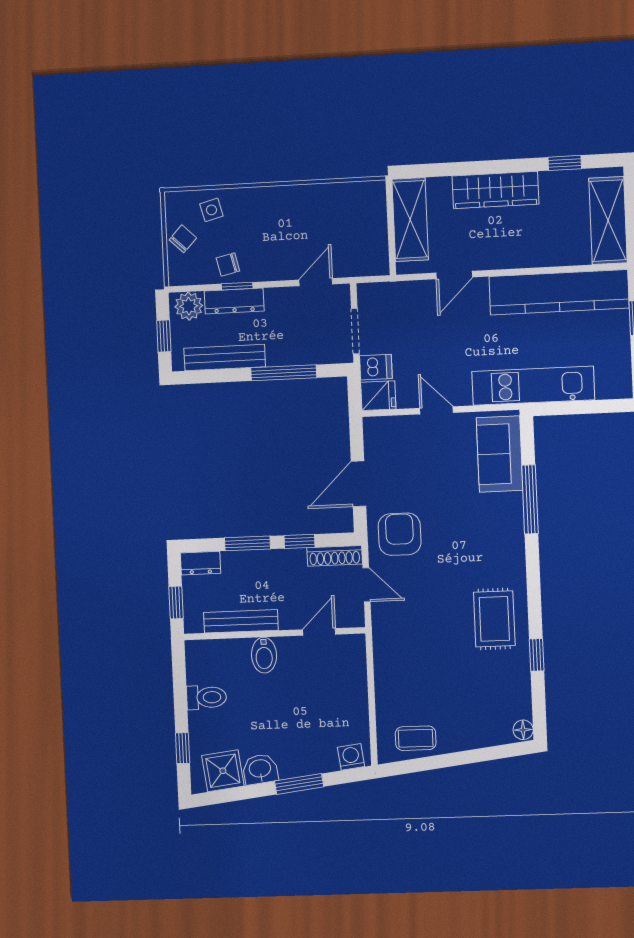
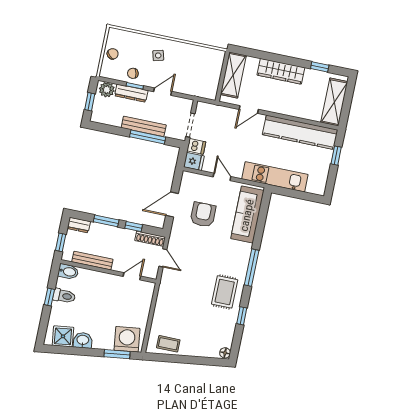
side table: (211, 210) -> (158, 55), moved
door: (316, 282) -> (163, 92), moved
bench: (225, 358) -> (144, 126), moved
sofa: (500, 454) -> (247, 215), width x1.36
window: (530, 499) -> (252, 268), moved
armchair: (400, 534) -> (203, 215), moved
bidet: (264, 655) -> (68, 272), moved, turned -90
window: (183, 748) -> (49, 297), moved
washing machine: (351, 757) -> (127, 339), width x1.89, depth x1.89
window: (299, 784) -> (117, 354), moved

